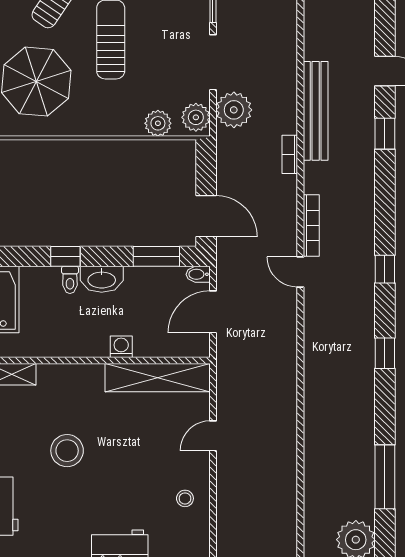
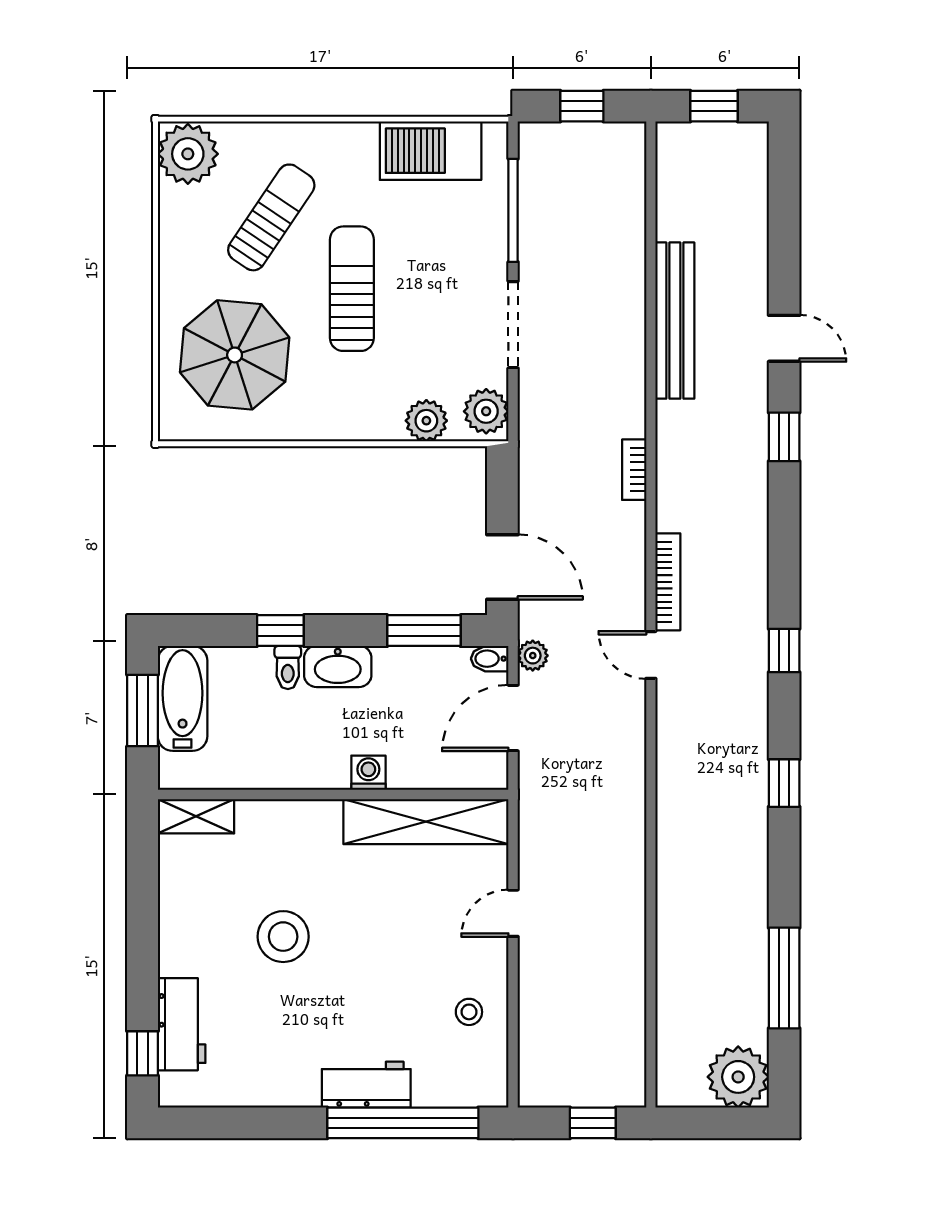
plant: (234, 110) -> (533, 656), moved, width x0.53, depth x0.53
bench: (316, 111) -> (675, 321), moved

